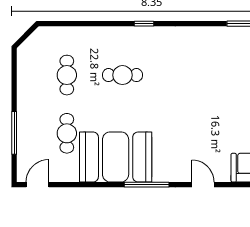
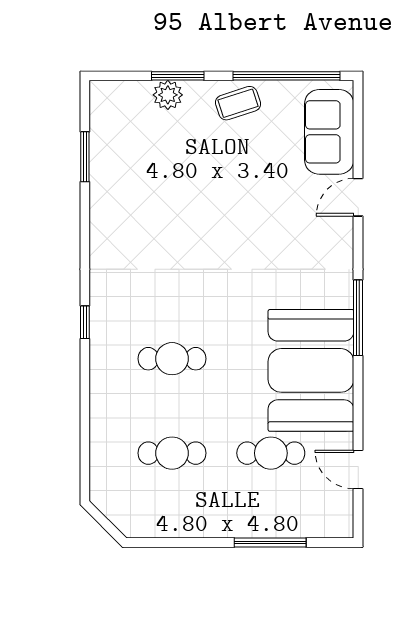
cafe table: (122, 75) -> (172, 359), turned 90
door: (38, 185) -> (358, 469), moved
door: (203, 185) -> (358, 197), moved

